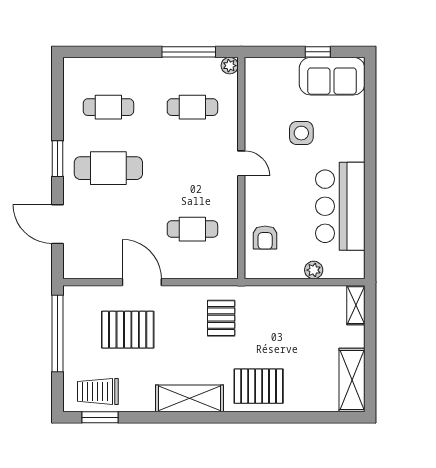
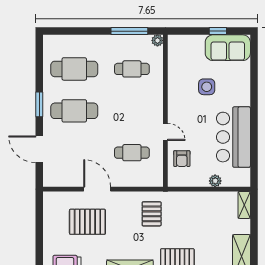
cafe table: (108, 107) -> (74, 69), width x1.37, depth x1.35
door: (241, 163) -> (165, 132), moved
window: (57, 333) -> (39, 224), removed

